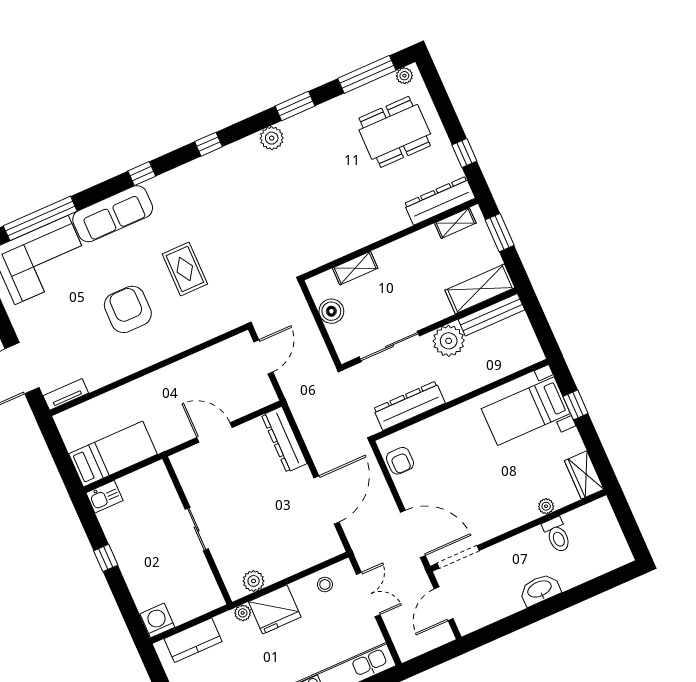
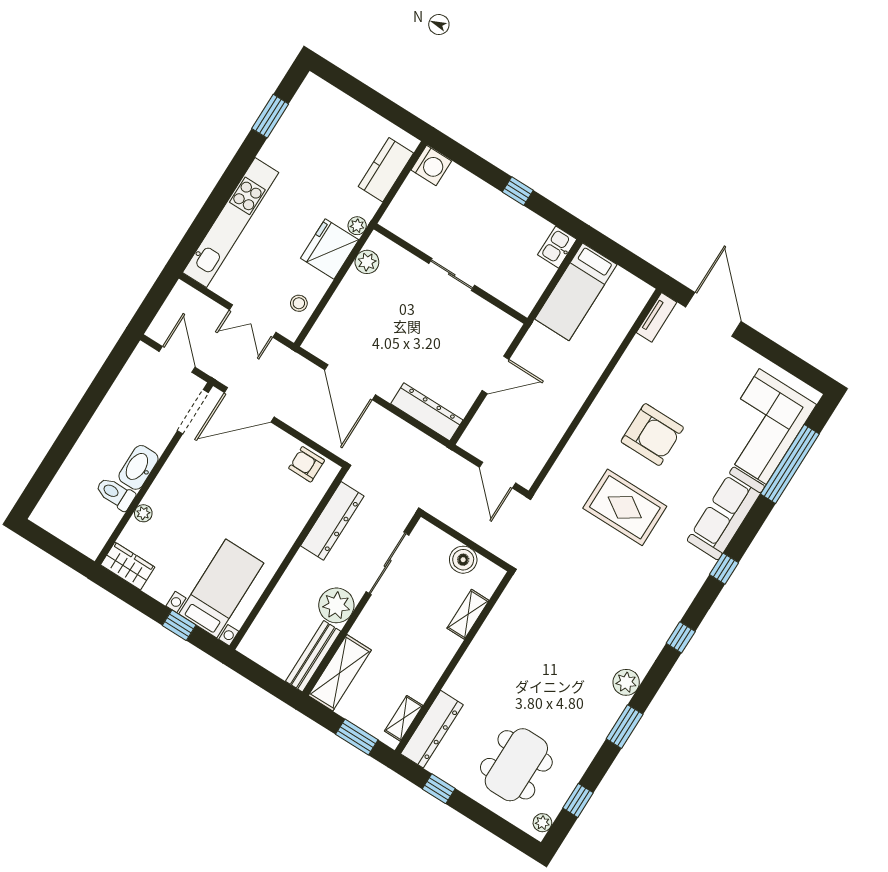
window: (367, 74) -> (578, 800), width x0.46
rug: (185, 269) -> (625, 507), width x1.36, depth x1.43
washbasin: (540, 590) -> (138, 467), moved, turned 180

